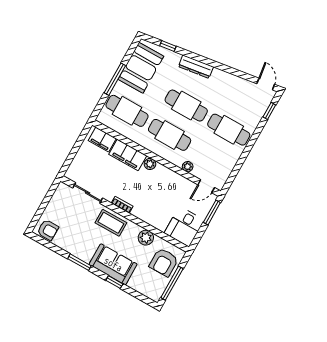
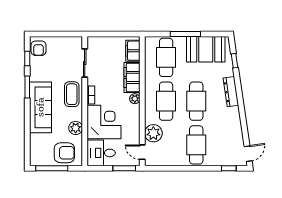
plant: (188, 167) -> (153, 133), width x1.87, depth x1.87
corner desk: (156, 207) -> (104, 122), added
armchair: (164, 262) -> (64, 153), turned 180
sofa: (113, 264) -> (40, 107), width x1.36
window: (114, 282) -> (27, 58), moved

